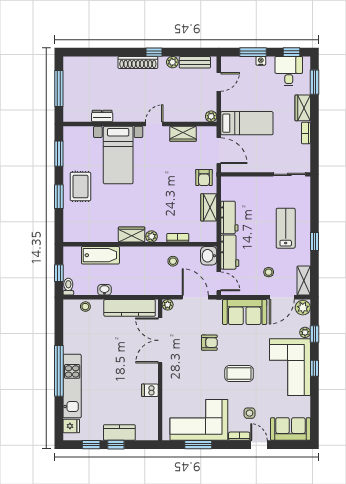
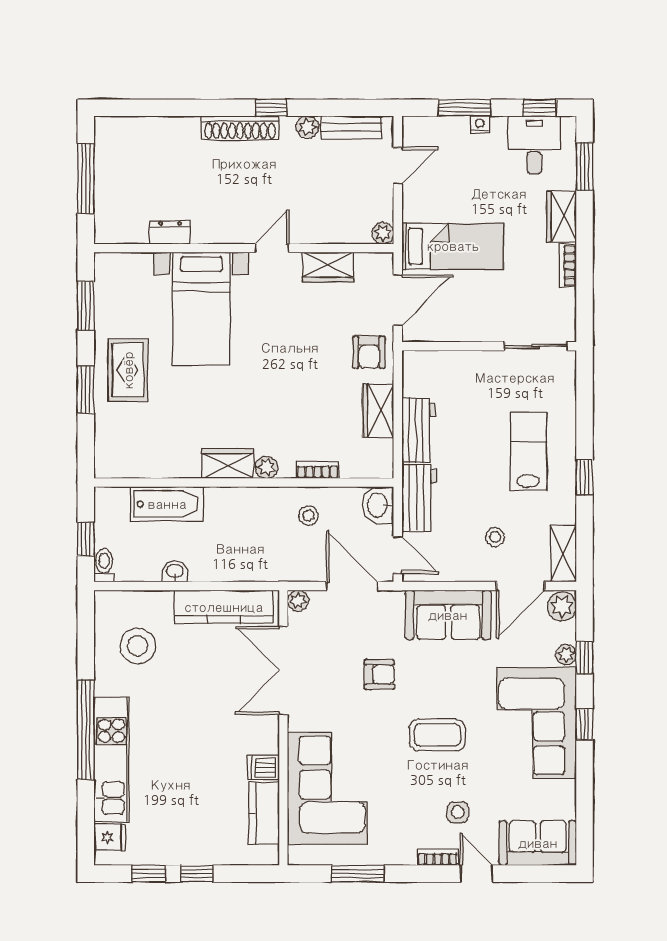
door: (219, 151) -> (398, 300), hinge flipped
stool: (85, 307) -> (138, 646), moved, width x1.89, depth x1.89
corner sofa: (199, 420) -> (327, 788), moved, turned 90
kitchen counter: (119, 432) -> (264, 813), moved, turned -90

